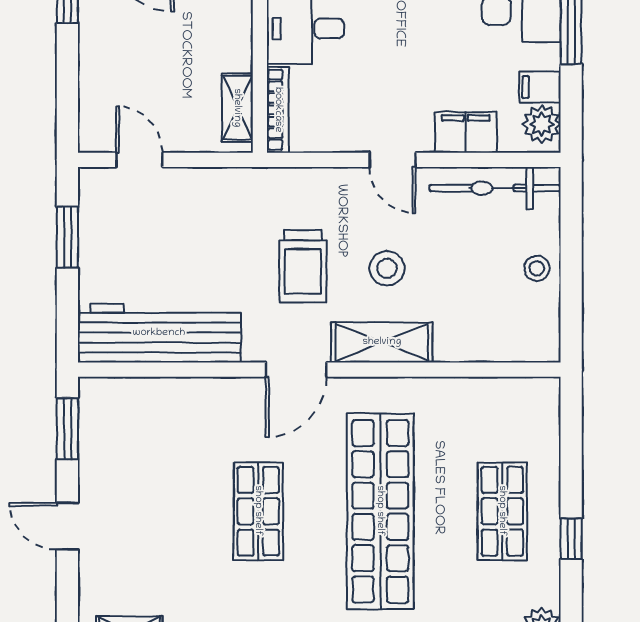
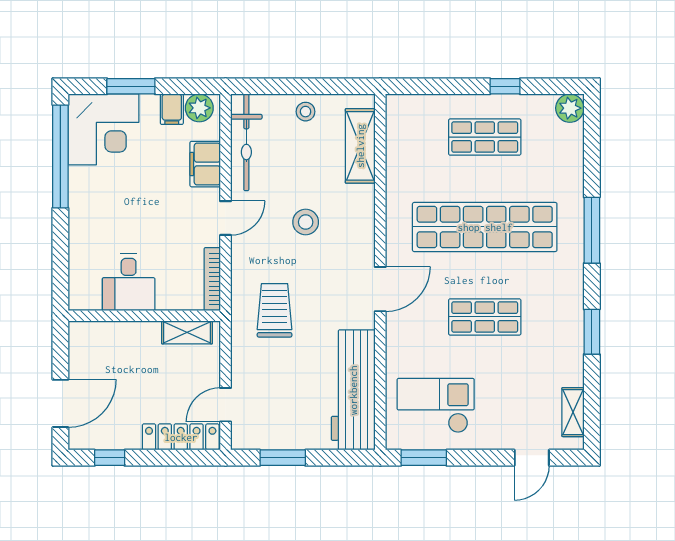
locker: (96, 99) -> (181, 437), added
bookcase: (278, 110) -> (212, 279), moved, turned -90
trolley: (303, 266) -> (275, 310), moved, turned -90
shelving: (382, 342) -> (360, 146), moved
door: (296, 370) -> (380, 289), hinge flipped
checkout: (138, 445) -> (436, 406), added
door: (67, 526) -> (532, 458), moved

